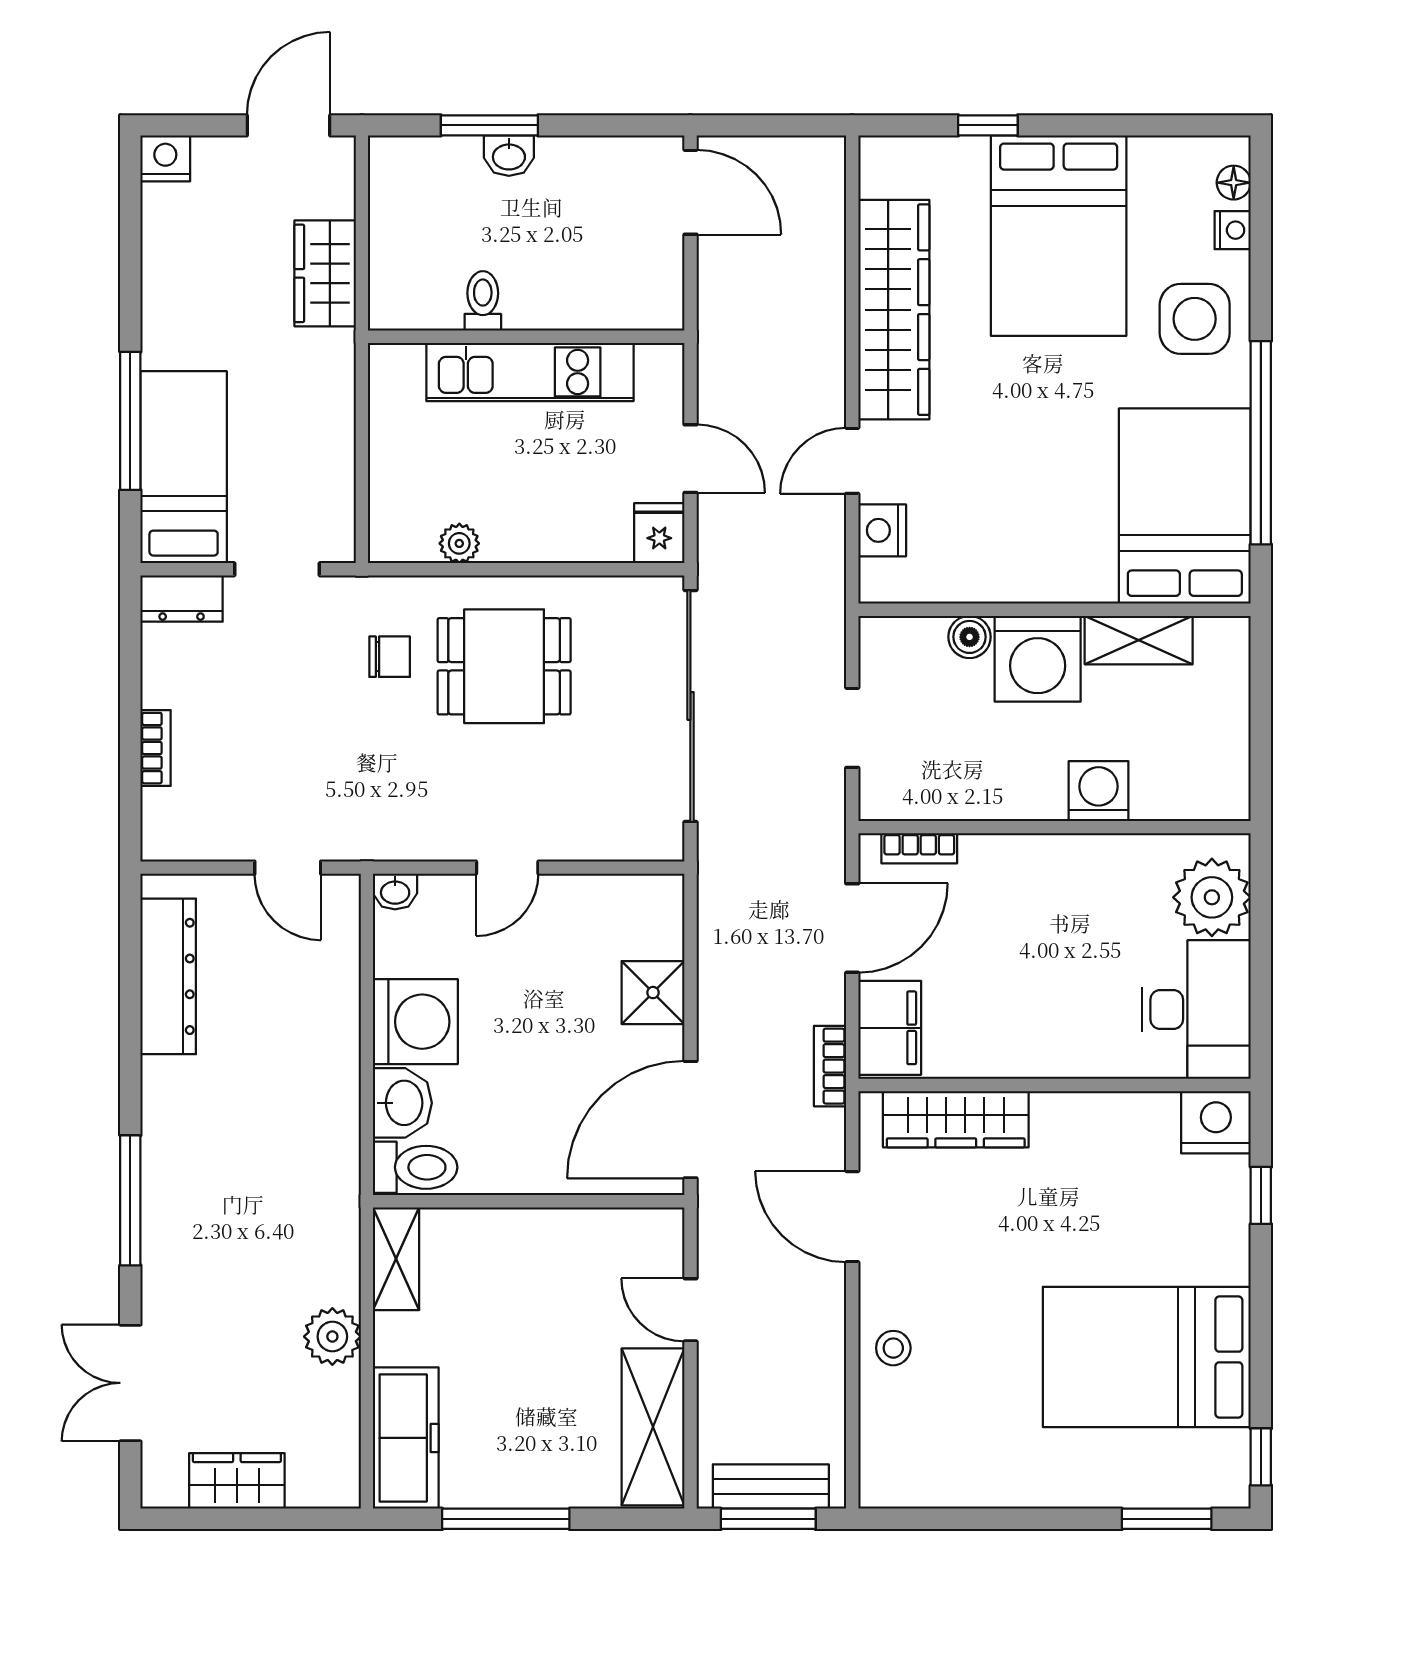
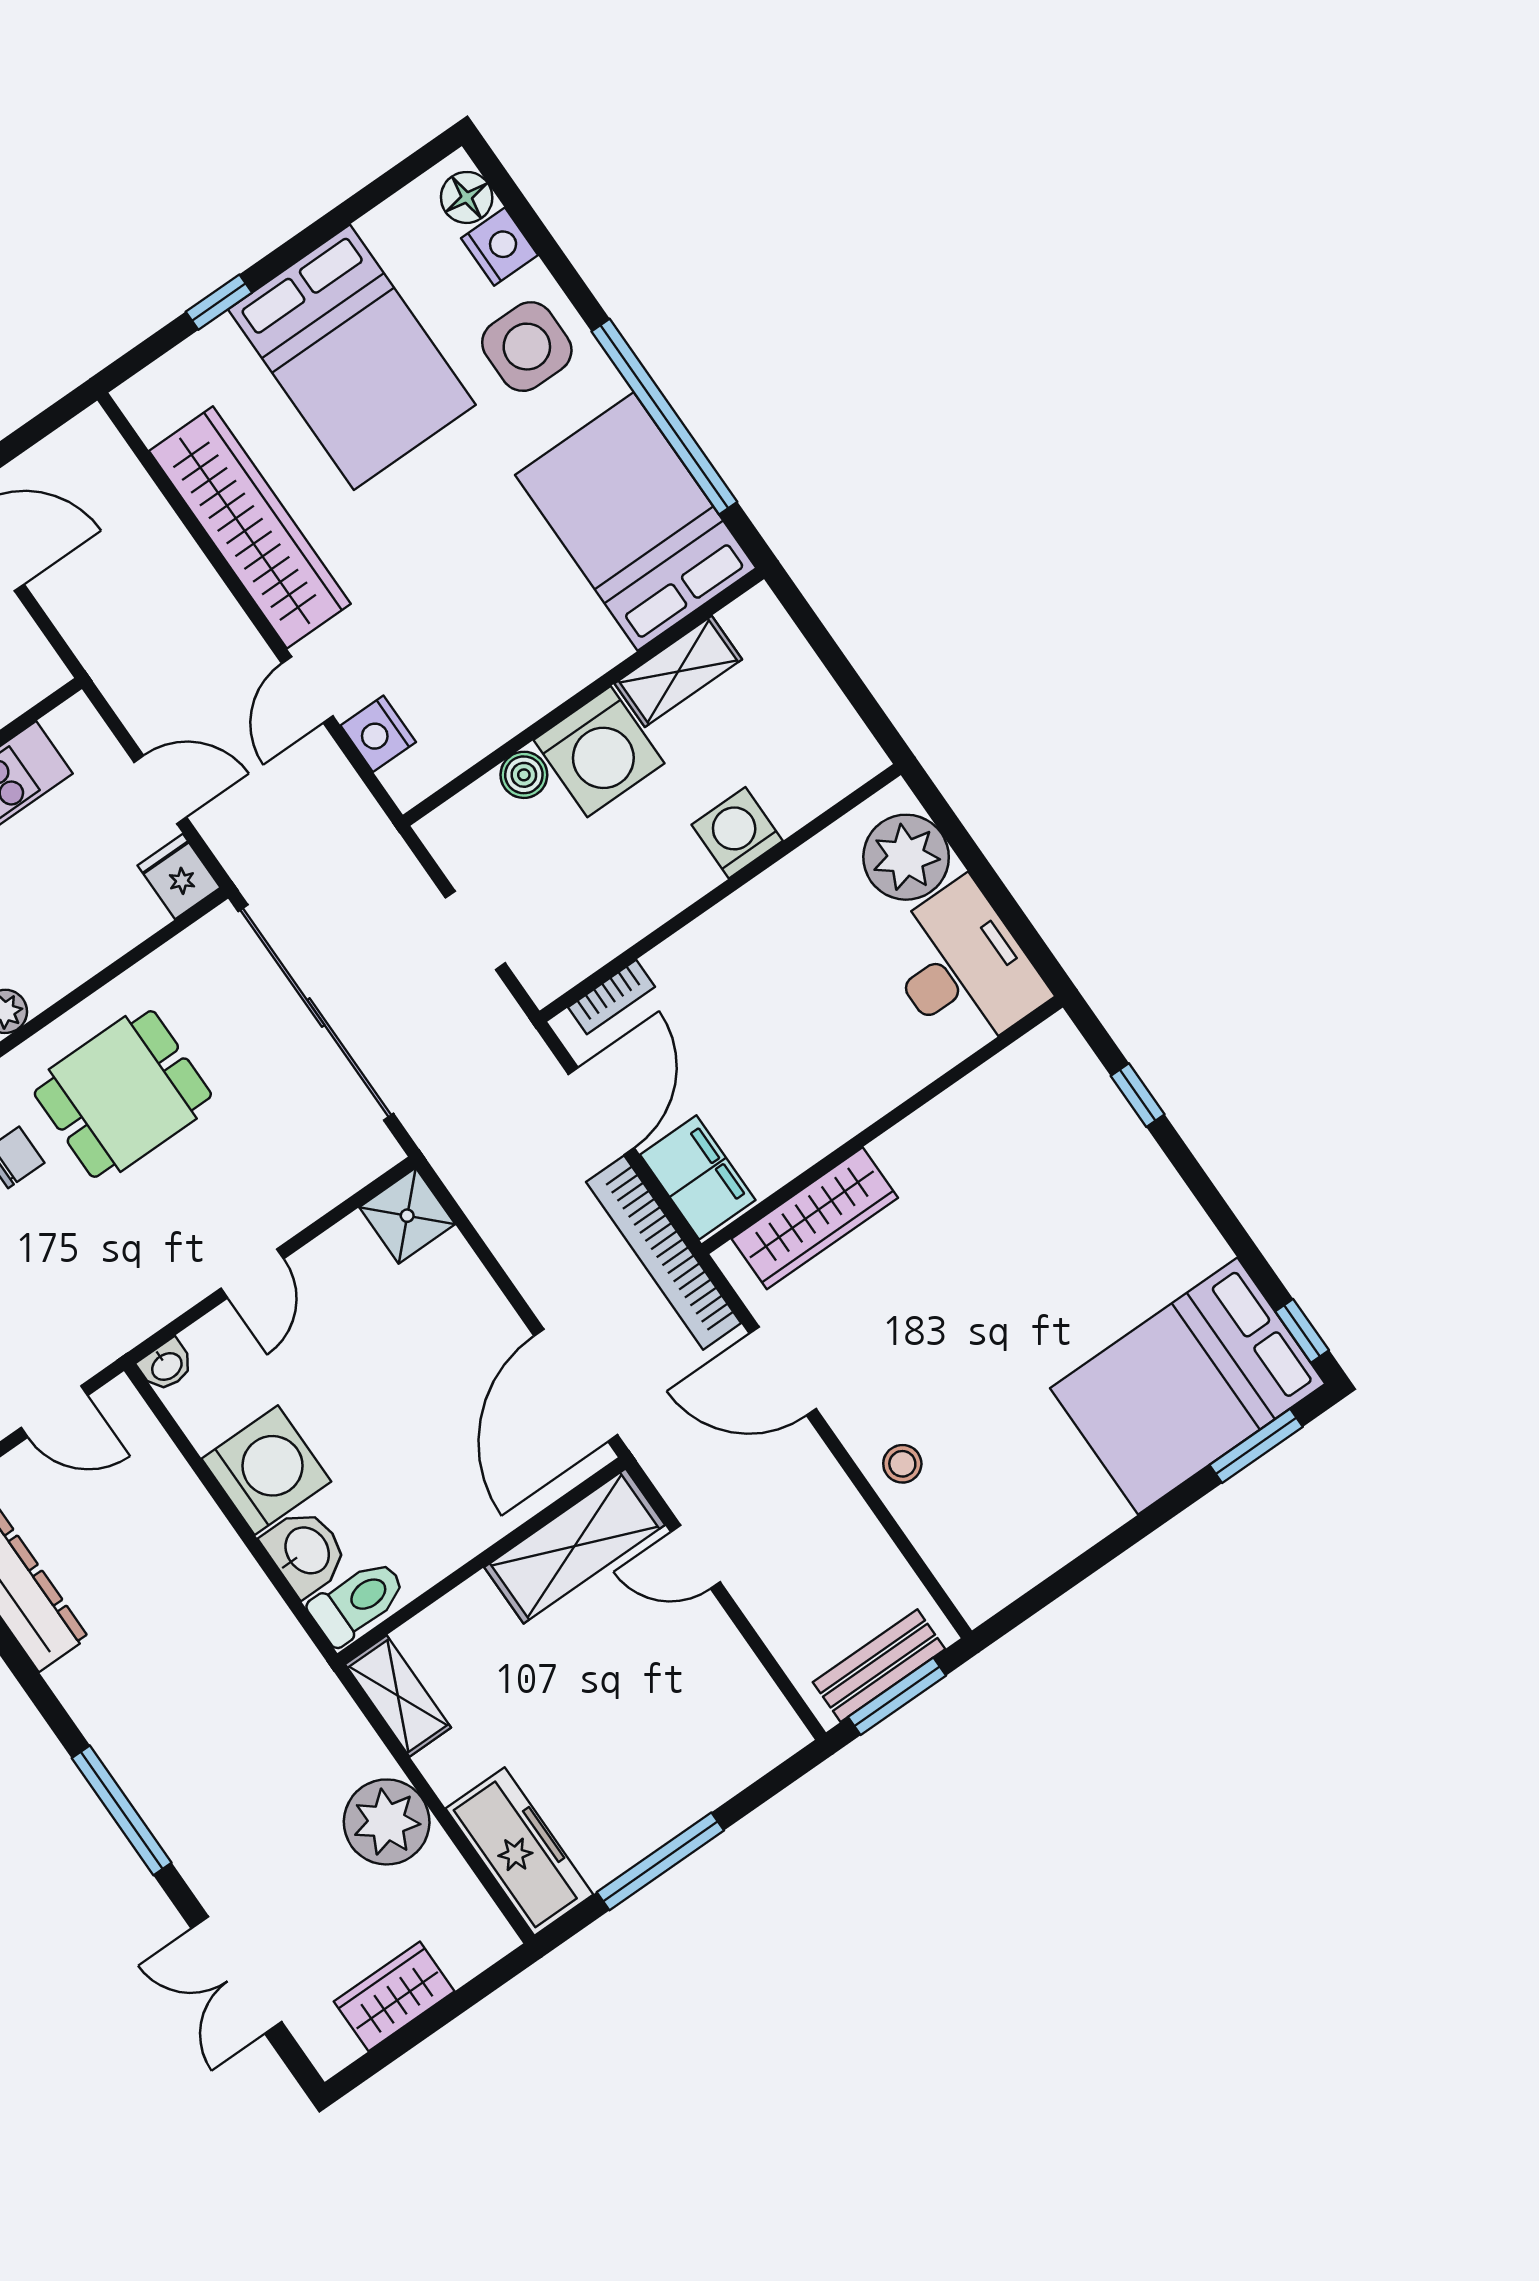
floor lamp: (1234, 183) -> (467, 197), width x1.37, depth x1.37
nightstand: (1233, 230) -> (499, 247), width x1.39, depth x1.35
shower: (653, 993) -> (407, 1216), moved
bookcase: (830, 1066) -> (664, 1253), width x2.31, depth x1.31
nightstand: (1216, 1122) -> (1051, 1057), removed
plant: (332, 1337) -> (387, 1822), width x1.36, depth x1.36
bed: (1147, 1357) -> (1188, 1386), moved
shelving: (653, 1427) -> (575, 1546), moved, turned 90

